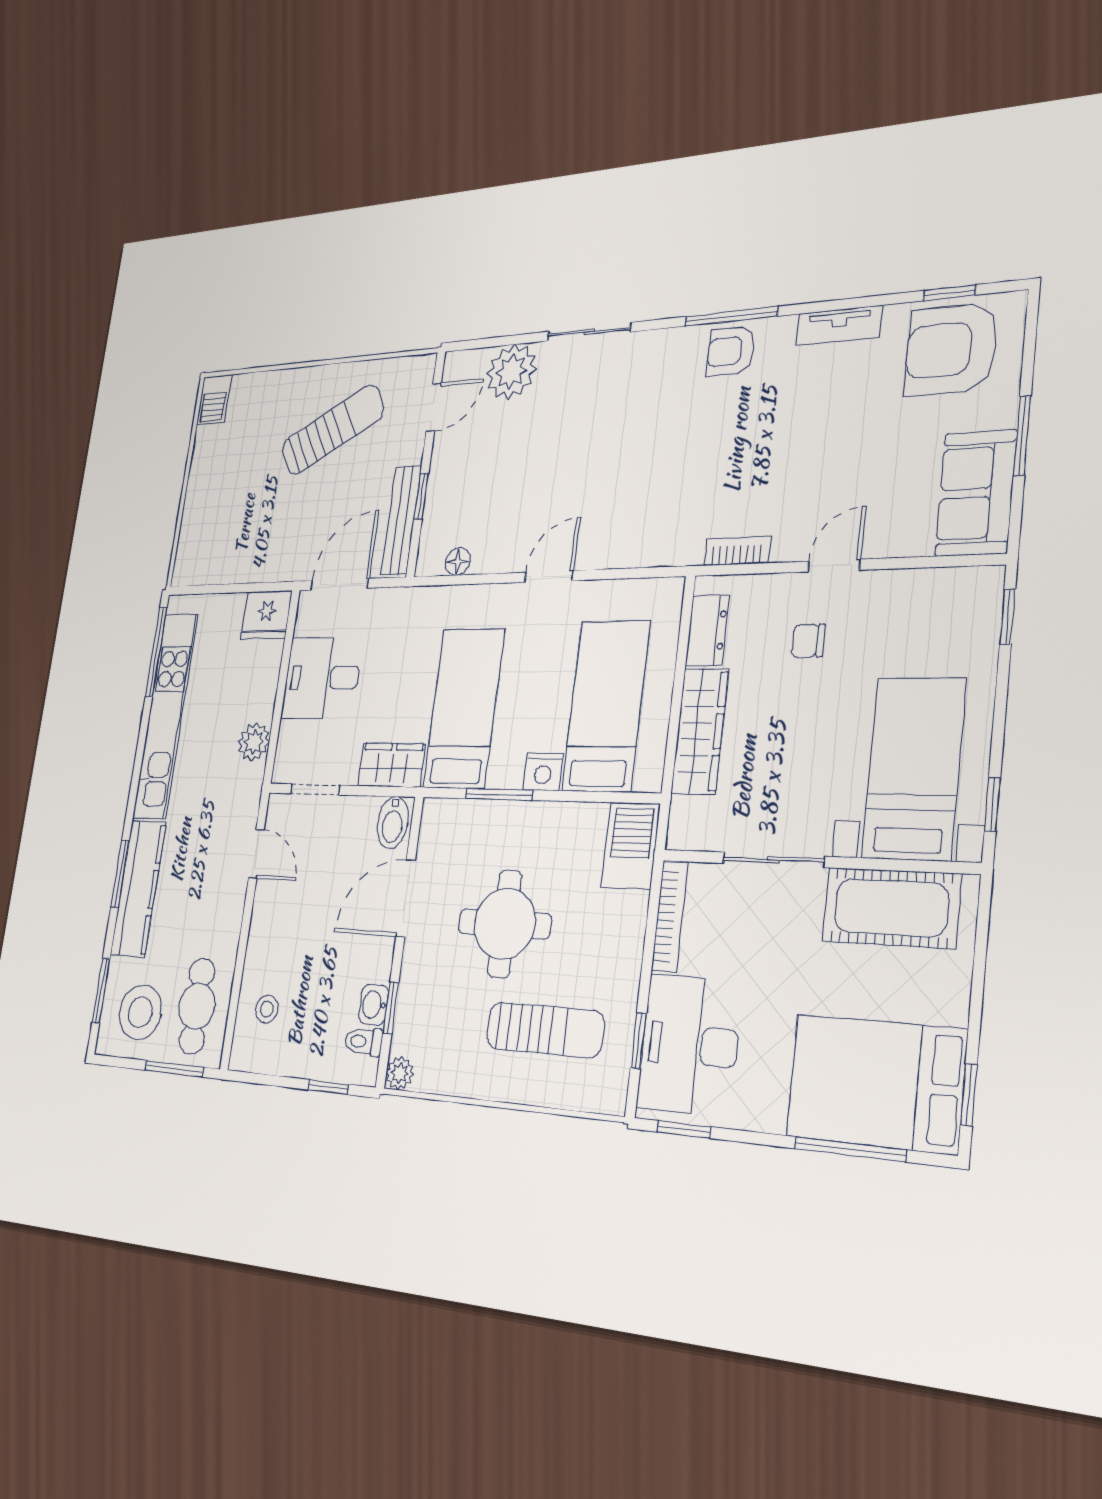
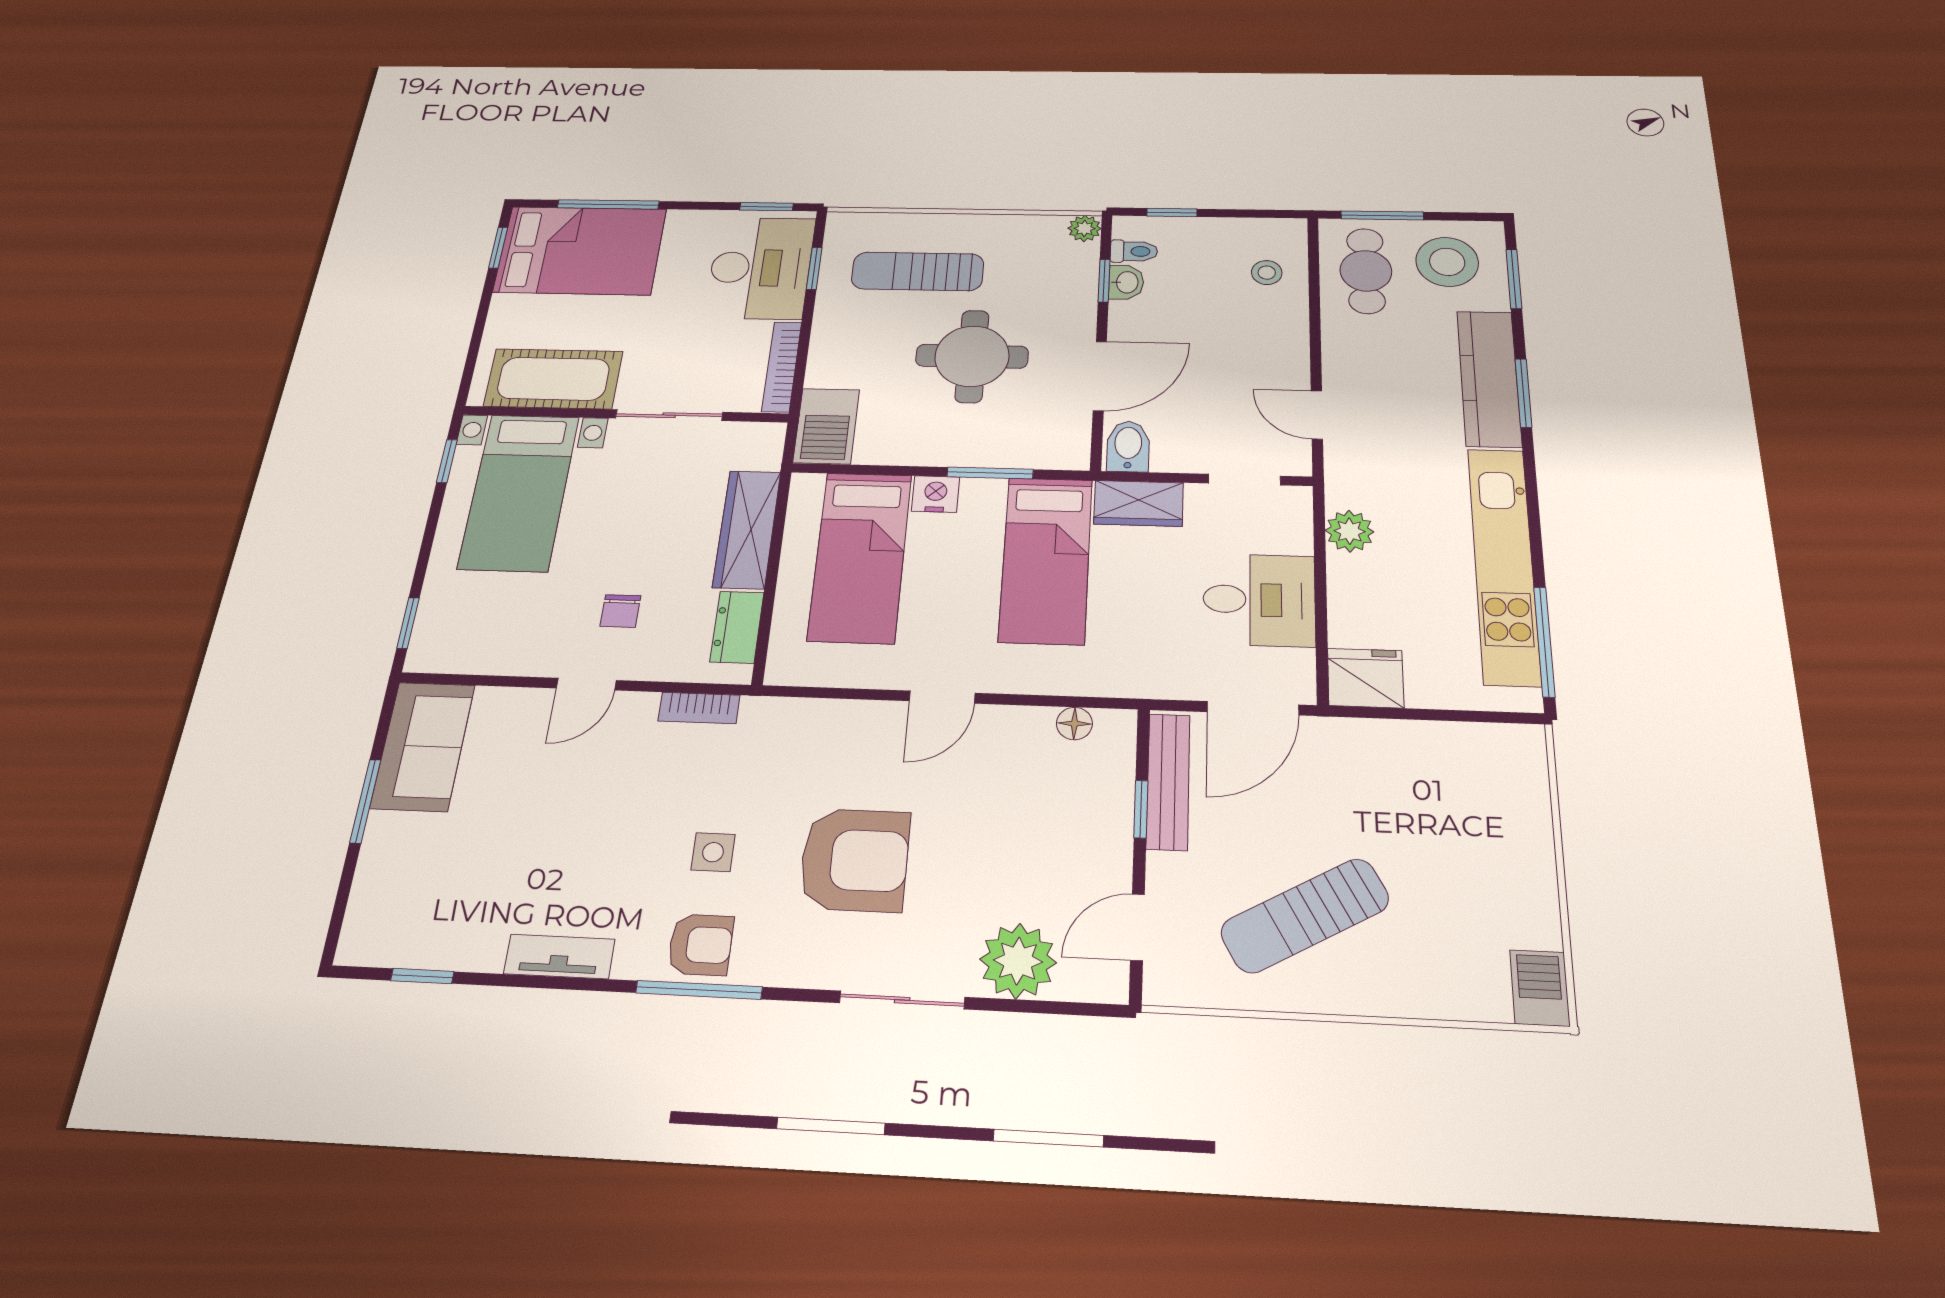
armchair: (951, 349) -> (854, 860), moved
side table: (723, 426) -> (713, 852), added
chair: (808, 641) -> (620, 611), turned 90

